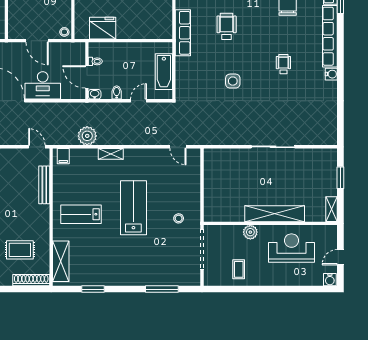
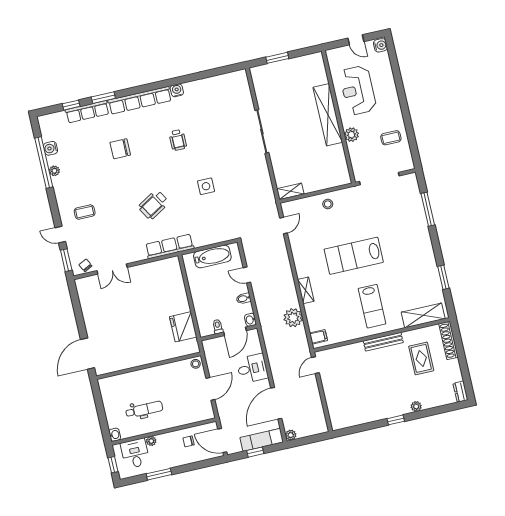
wheelchair: (227, 26) -> (153, 205), turned -31
wheelchair: (283, 64) -> (178, 140), turned -90
desk: (43, 85) -> (252, 368), width x0.73
bench: (44, 185) -> (383, 342), moved
shelving: (332, 209) -> (290, 191), moved
stool: (179, 218) -> (328, 204), moved

